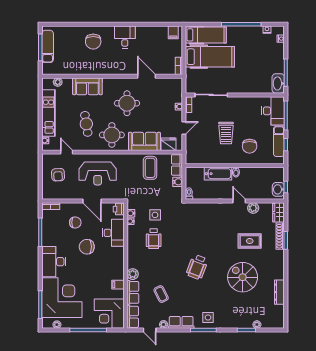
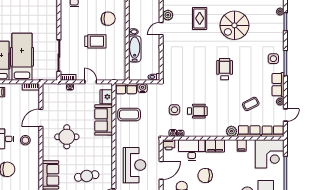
stool: (123, 60) -> (25, 140), added
round table: (112, 135) -> (97, 151), removed
chair: (87, 247) -> (205, 175), turned 90
filing cabinet: (118, 257) -> (215, 146), added
wheelchair: (197, 267) -> (225, 69), turned -111

